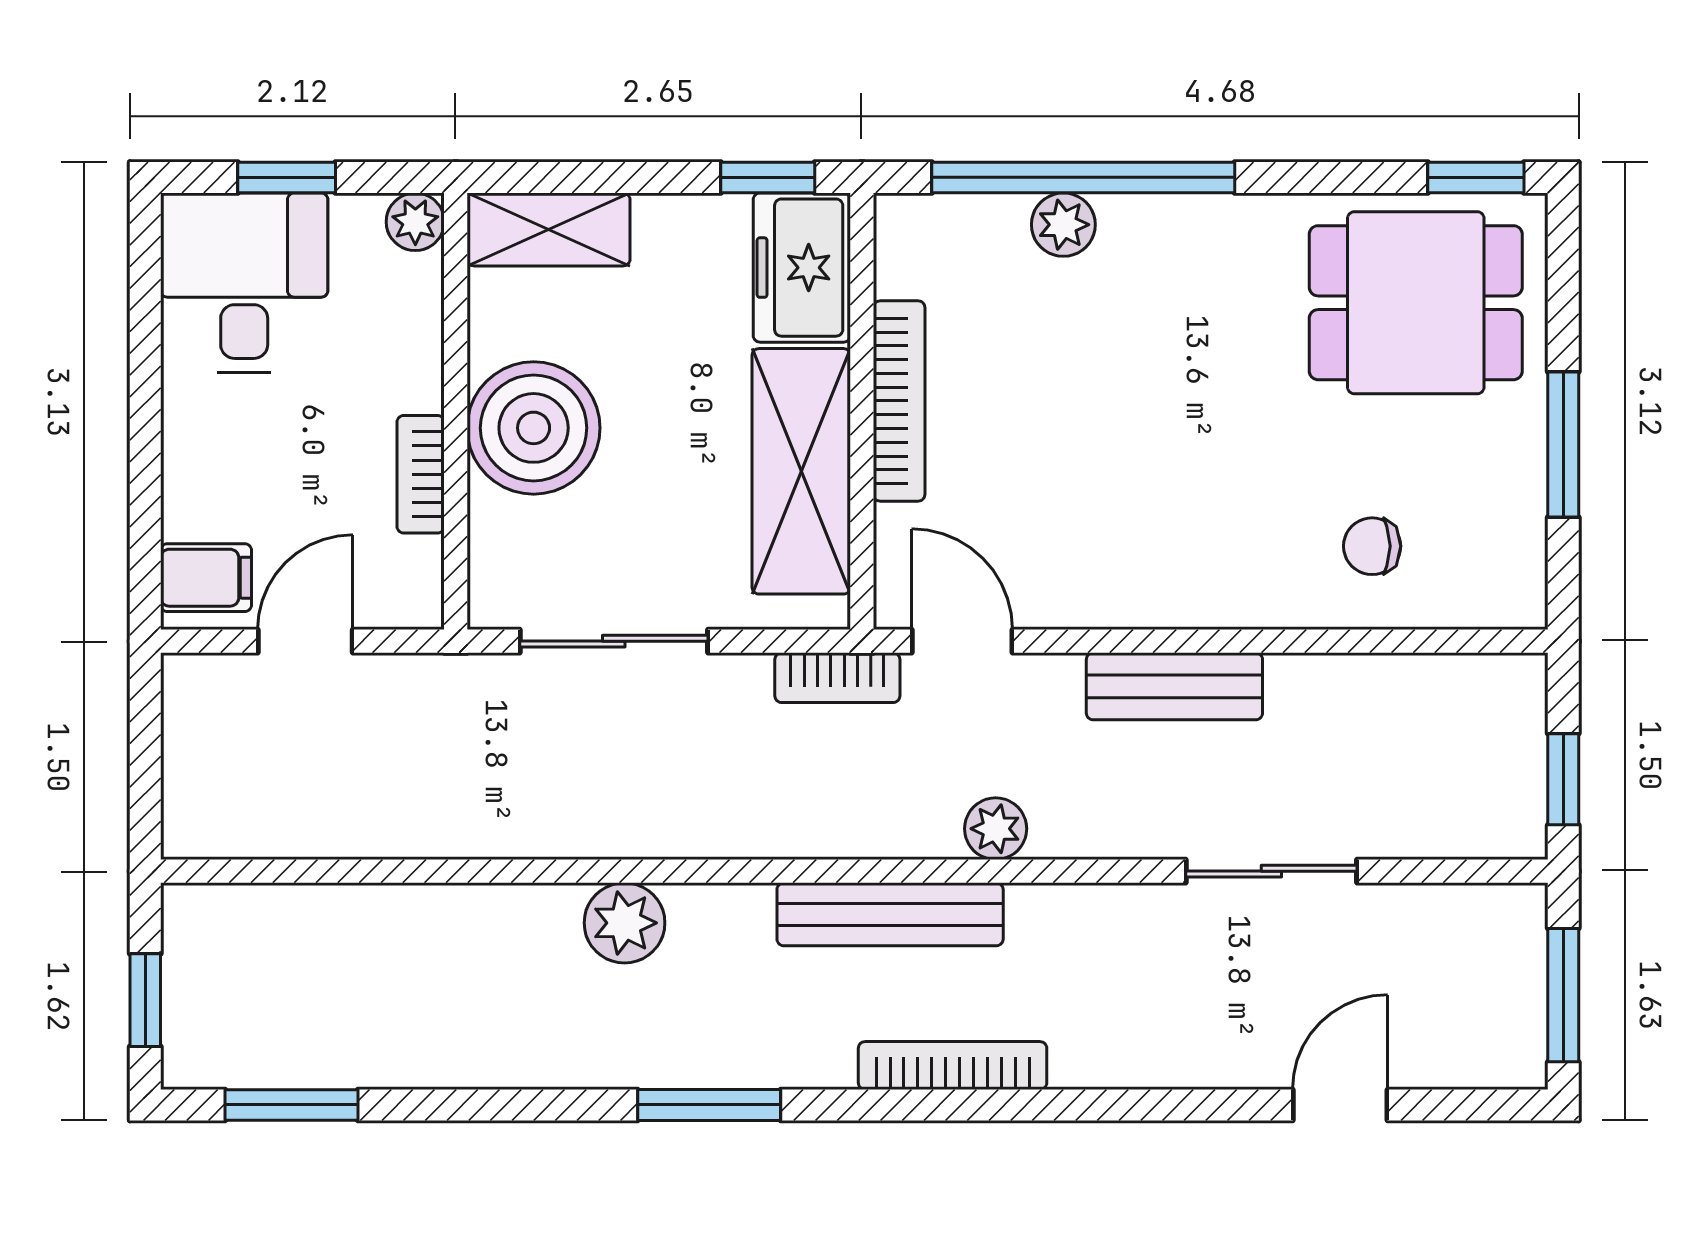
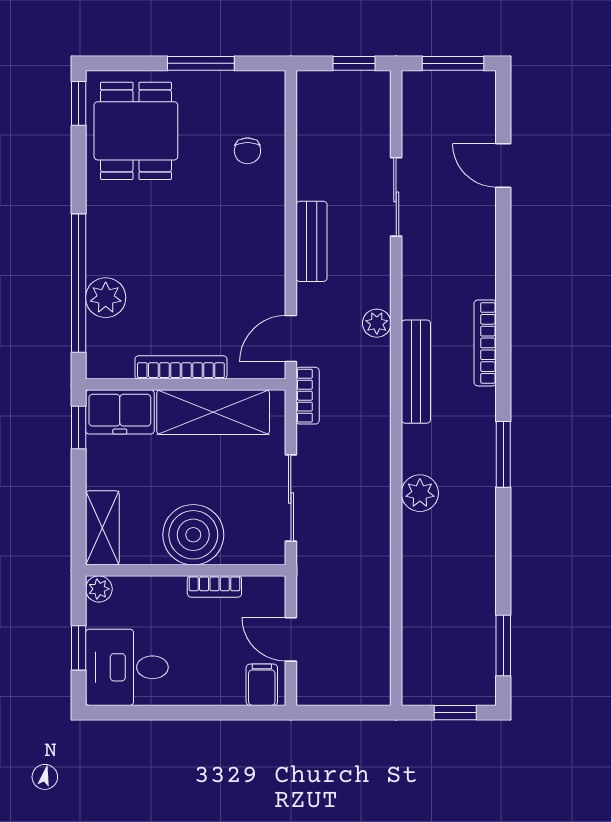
plant: (1063, 225) -> (106, 298), width x1.38, depth x1.38

